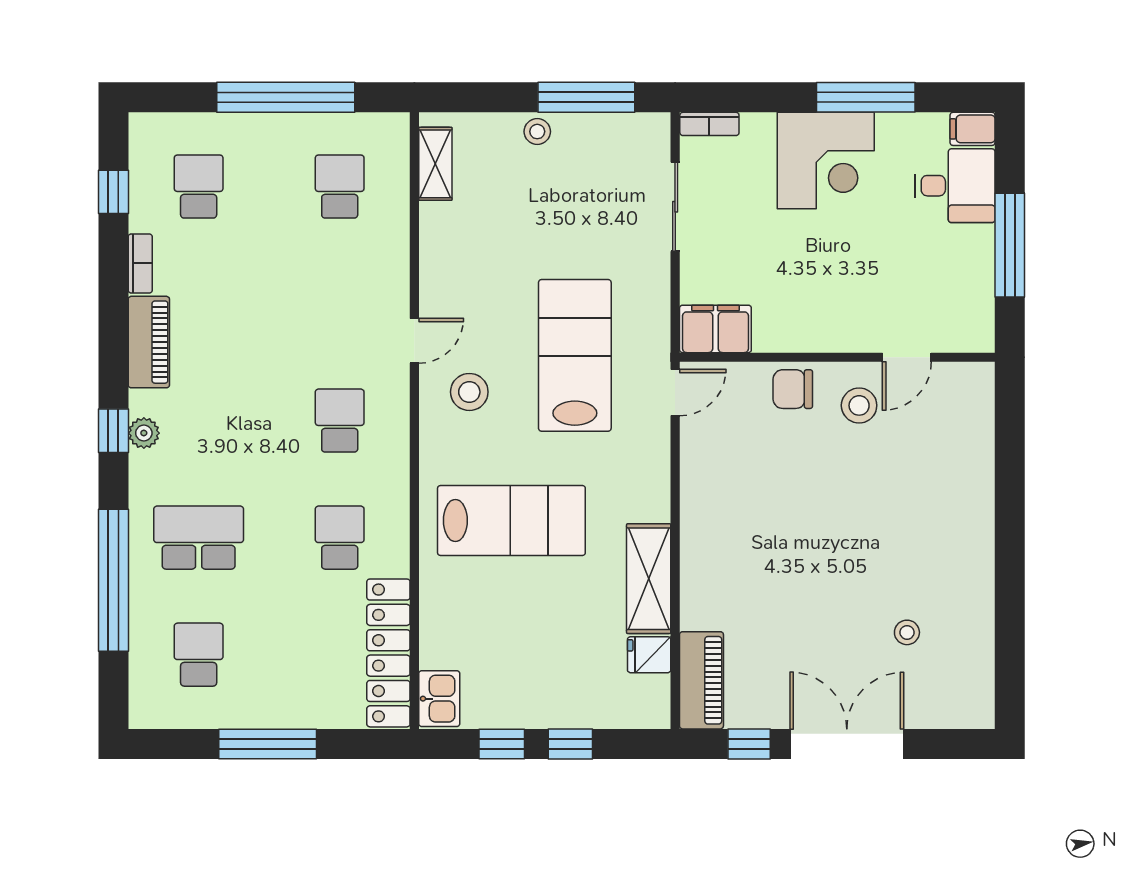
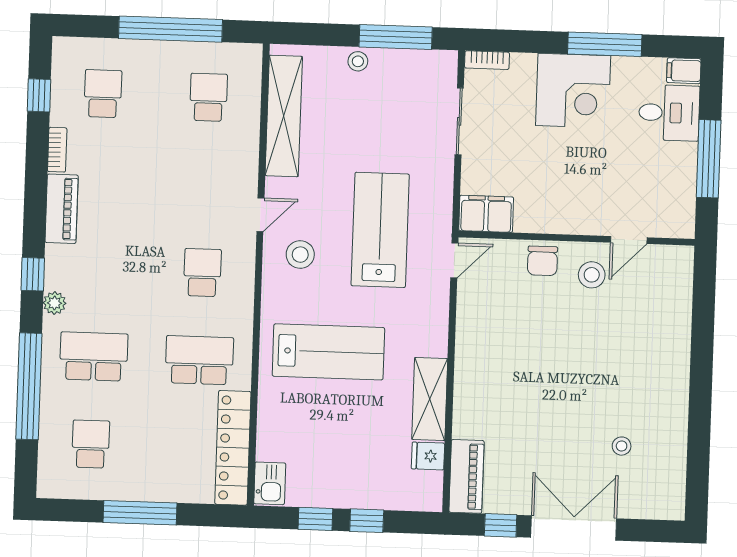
shelving: (435, 164) -> (284, 116), width x2.20, depth x1.33
chair: (793, 389) -> (542, 261), turned -90
plant: (144, 433) -> (55, 303), moved
school desk: (340, 538) -> (199, 360), width x1.85

